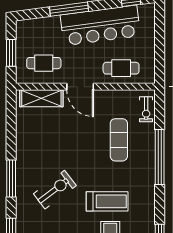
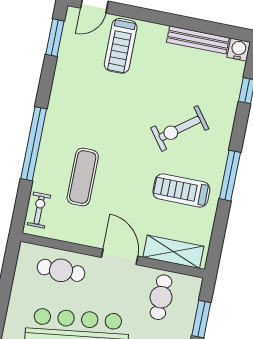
cafe table: (44, 63) -> (161, 297), turned 90
window: (11, 179) -> (230, 176), moved
treadmill: (107, 201) -> (181, 190), moved

